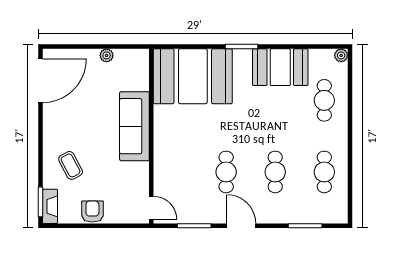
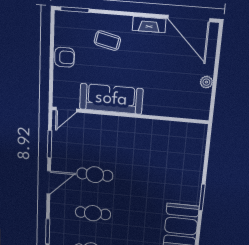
booth: (193, 76) -> (180, 155), removed
sofa: (134, 126) -> (111, 99), moved
coffee table: (71, 165) -> (107, 41), turned 41
fireplace: (50, 206) -> (149, 25), moved

